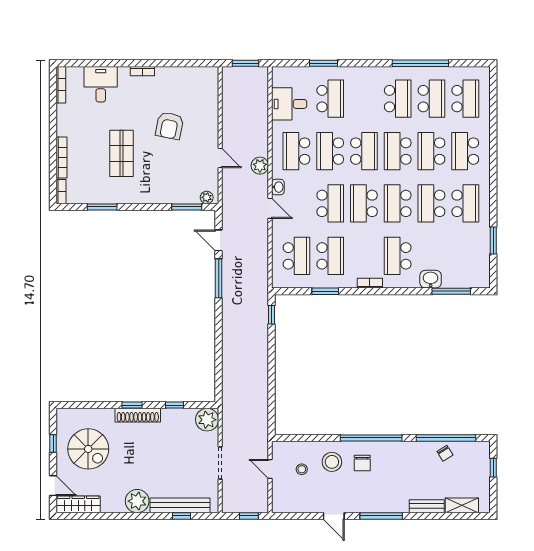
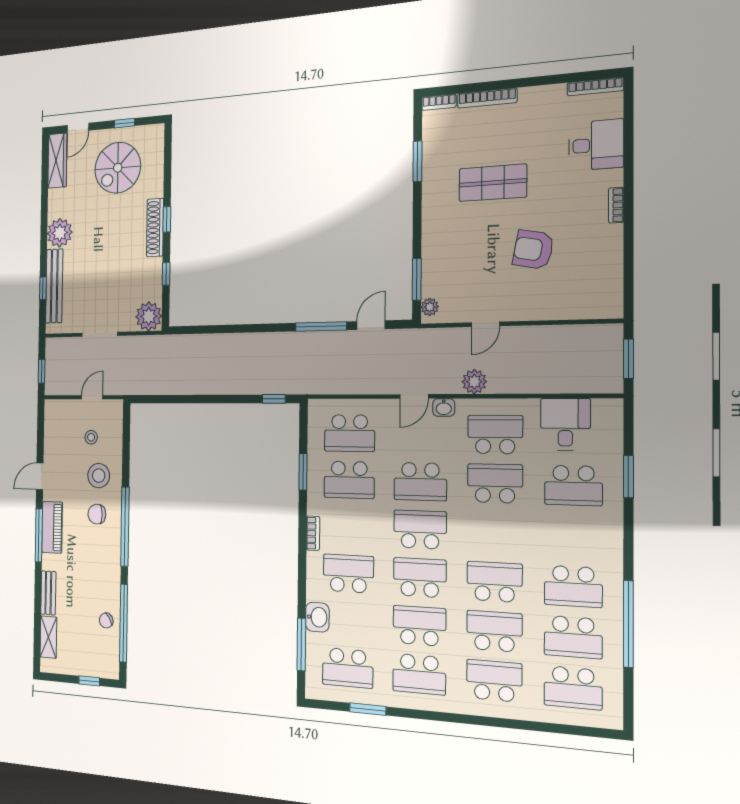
school desk: (364, 151) -> (348, 668), moved
piano: (374, 504) -> (52, 527), added

